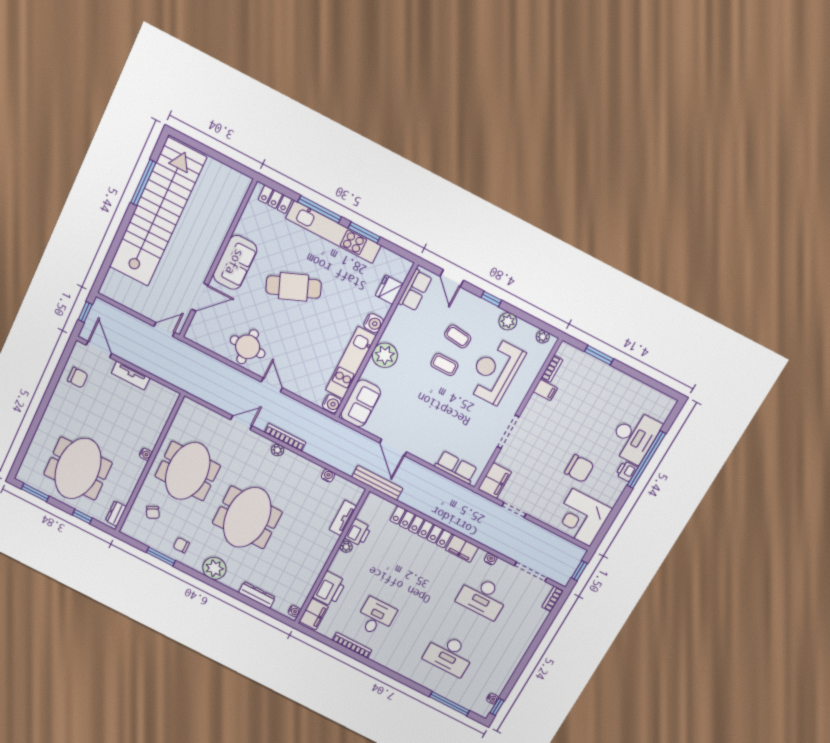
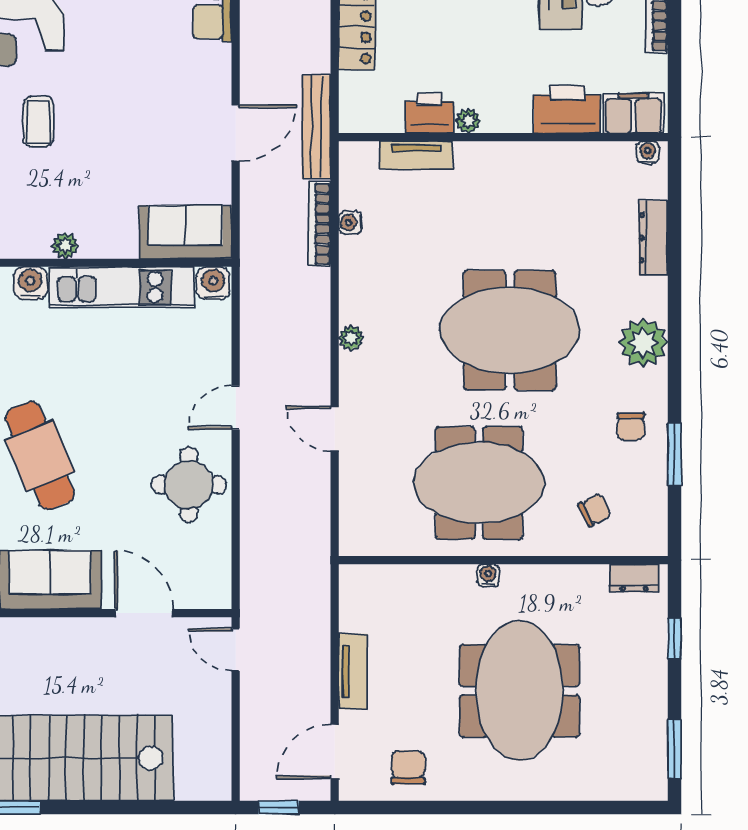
plant: (385, 355) -> (65, 246), width x0.53, depth x0.53
bookcase: (285, 437) -> (320, 224), moved
meeting table: (78, 469) -> (520, 691), moved, turned 90

